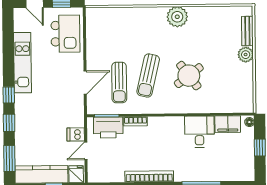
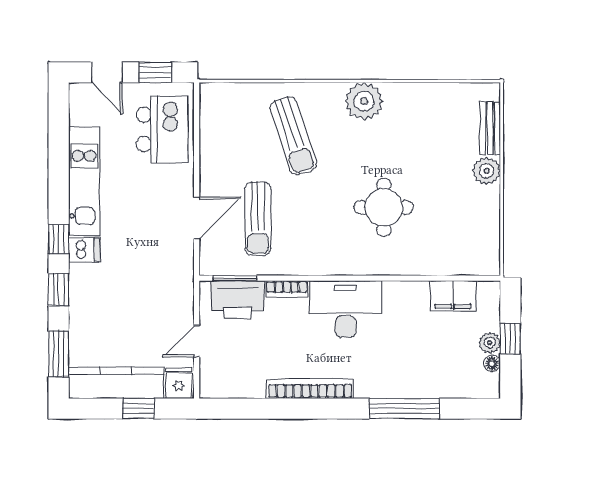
sun lounger: (148, 76) -> (293, 136), moved, turned -31
round table: (189, 76) -> (384, 207), turned 37
floor lamp: (249, 122) -> (492, 363), moved
desk: (199, 132) -> (346, 309), moved, width x1.37
dishwasher: (76, 134) -> (84, 250), moved, turned 180
plant: (248, 150) -> (490, 343), added

